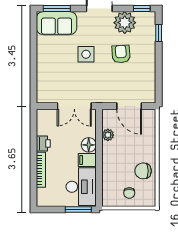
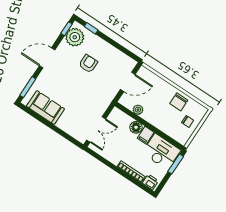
sofa: (57, 23) -> (45, 108), moved, turned -90
plant: (125, 23) -> (75, 37), moved
side table: (86, 54) -> (72, 88), removed
armchair: (121, 54) -> (88, 64), turned 94
double door: (74, 106) -> (96, 129), moved
printer: (43, 143) -> (150, 182), moved

